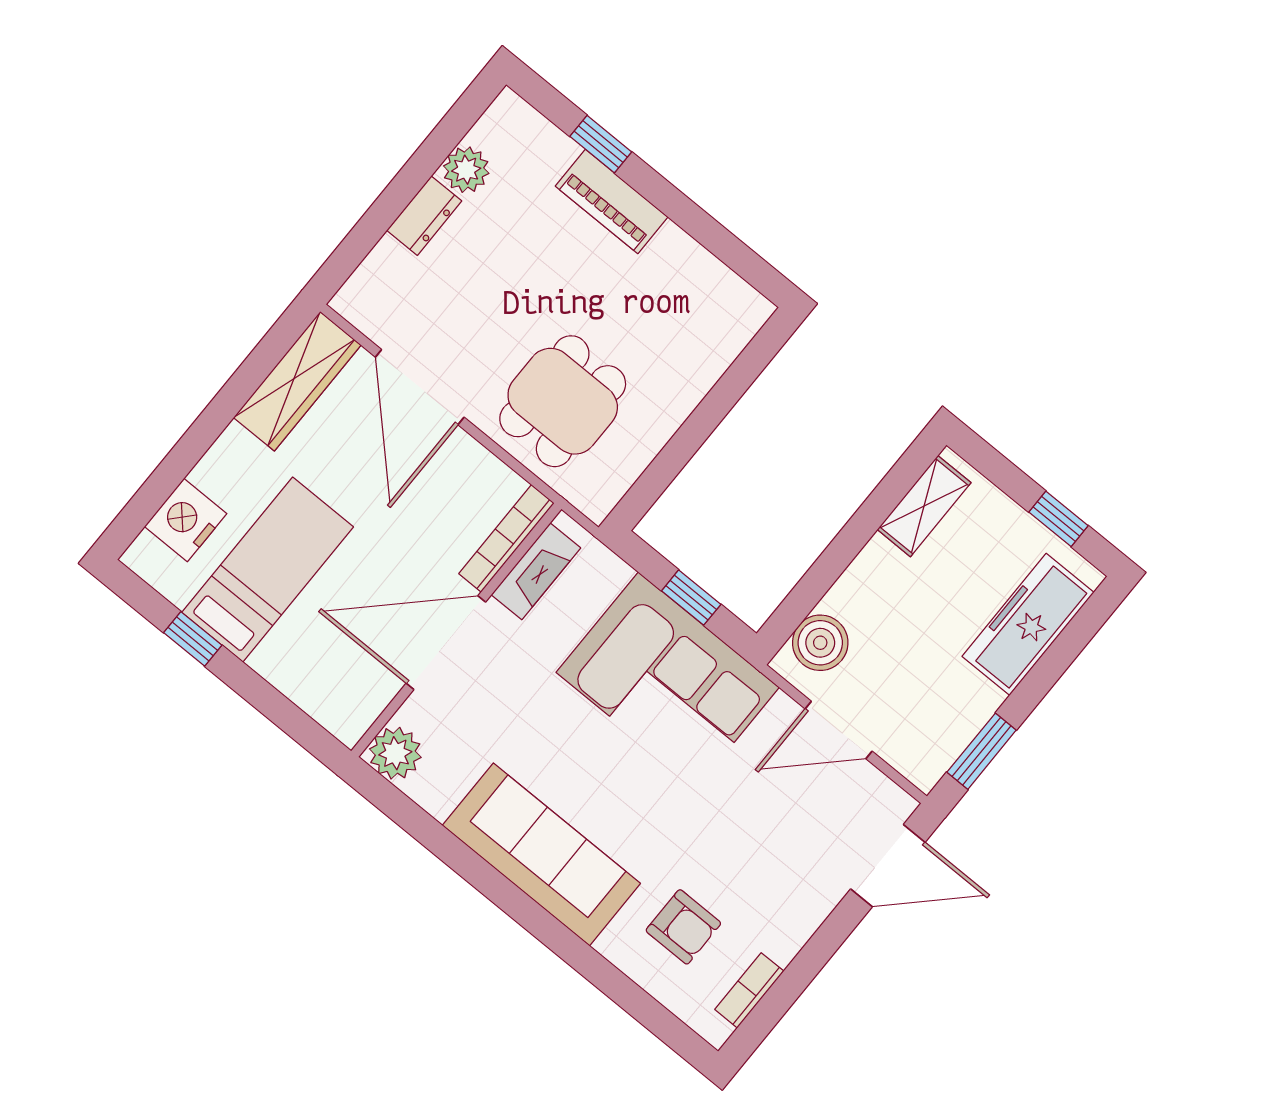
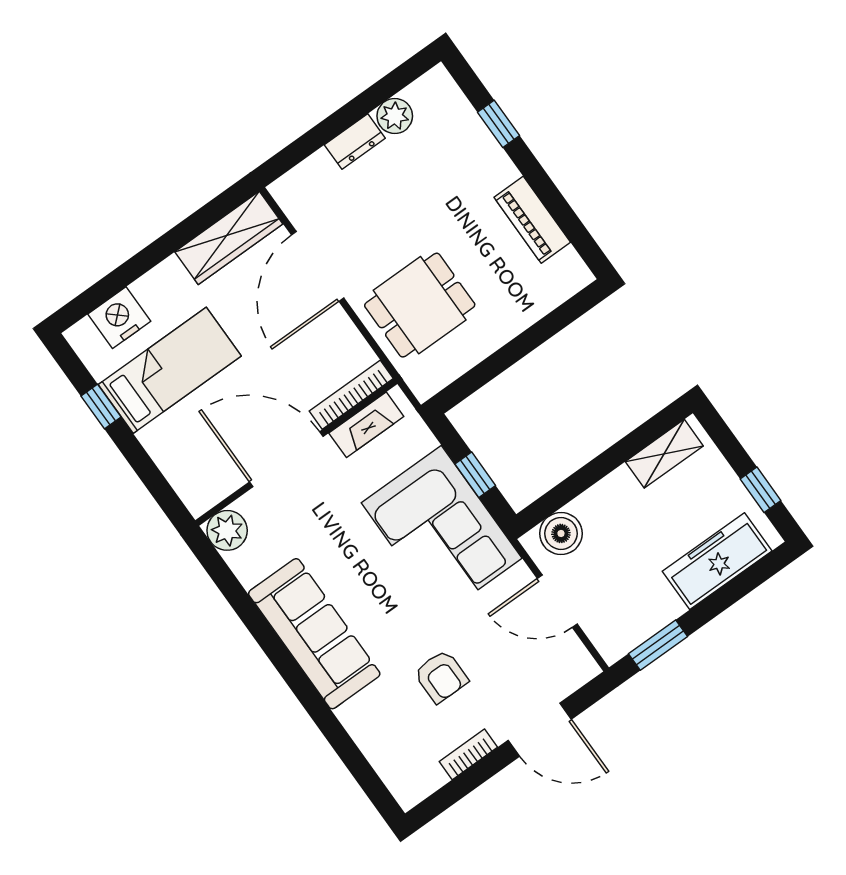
piano: (612, 201) -> (532, 220), moved
door: (888, 866) -> (540, 730), moved
armchair: (683, 927) -> (441, 676), moved
bookcase: (749, 990) -> (468, 754), moved

